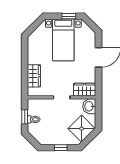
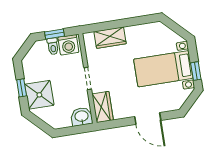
washing machine: (34, 108) -> (68, 45), added
shower: (82, 129) -> (39, 95), moved, turned 45

